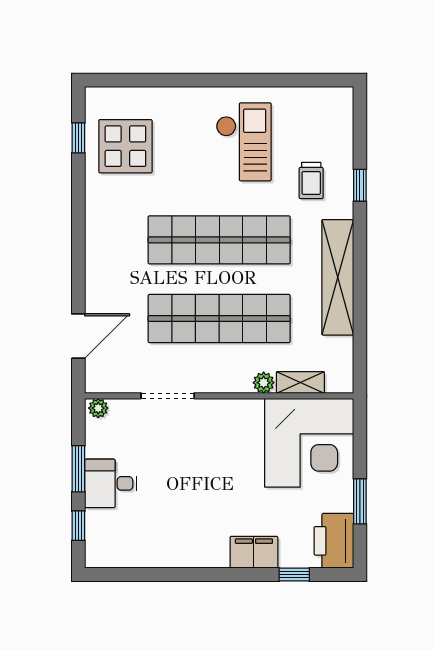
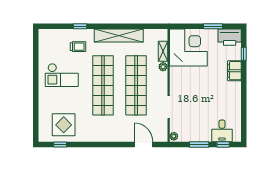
checkout: (244, 142) -> (62, 75), turned 180
desk: (111, 483) -> (222, 131), moved

